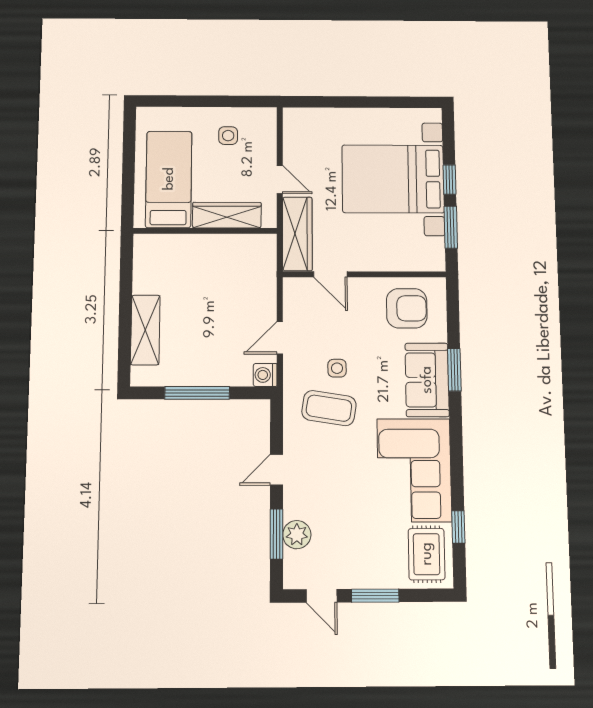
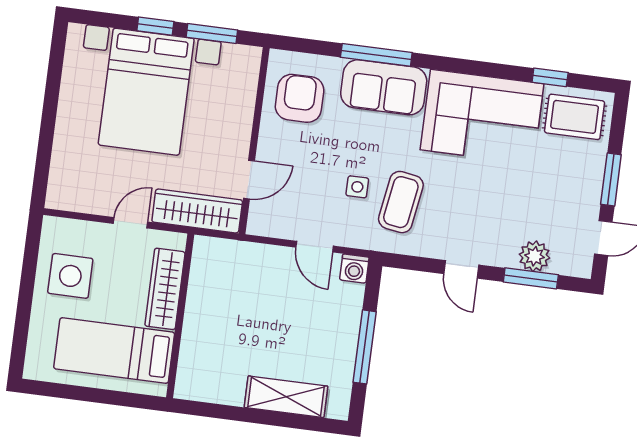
side table: (228, 136) -> (70, 276), width x1.87, depth x1.87
window: (454, 370) -> (376, 55), width x1.44

